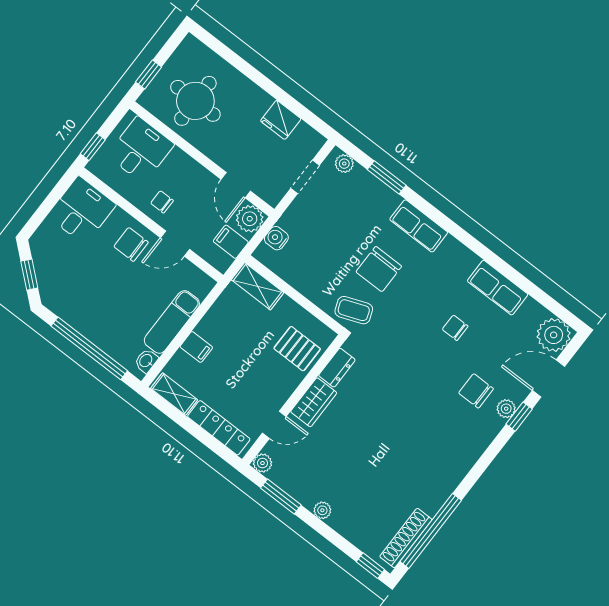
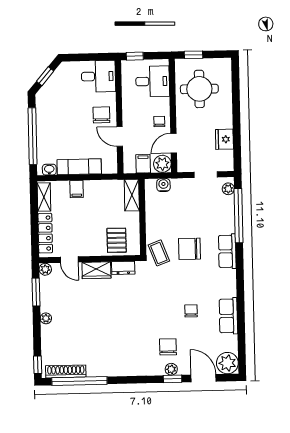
window: (387, 177) -> (239, 216), width x2.11
chair: (162, 202) -> (159, 121), moved

